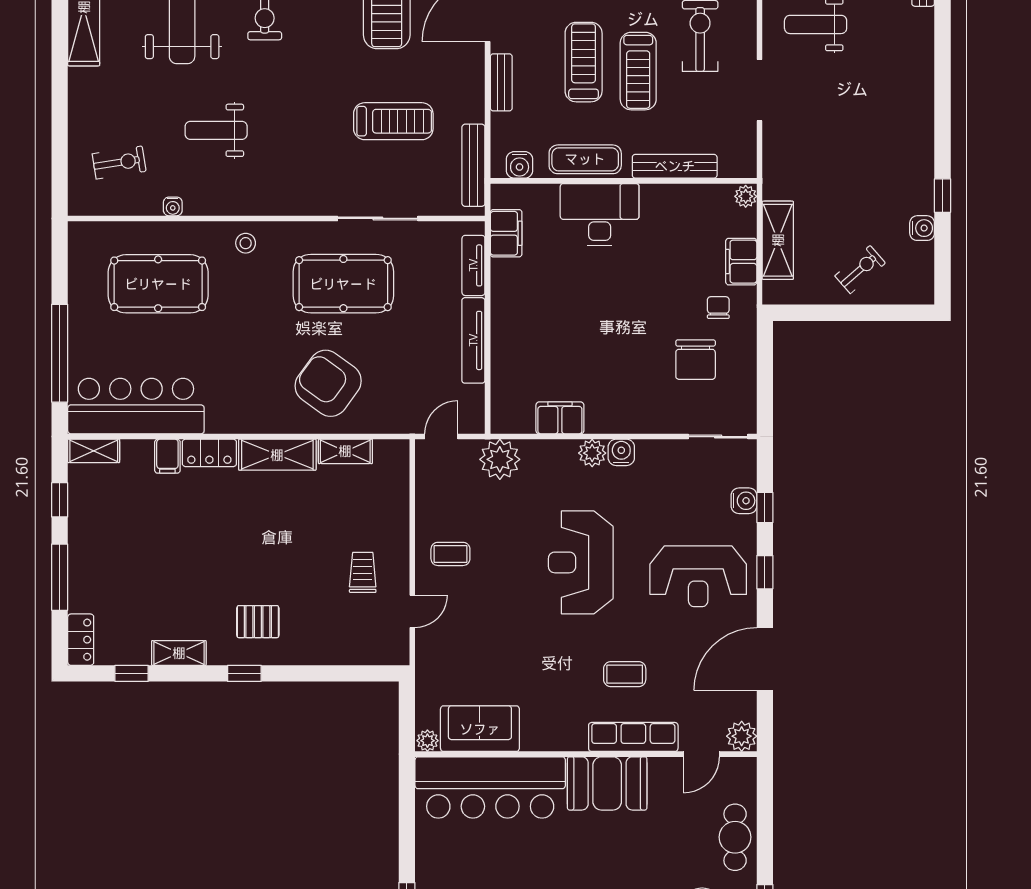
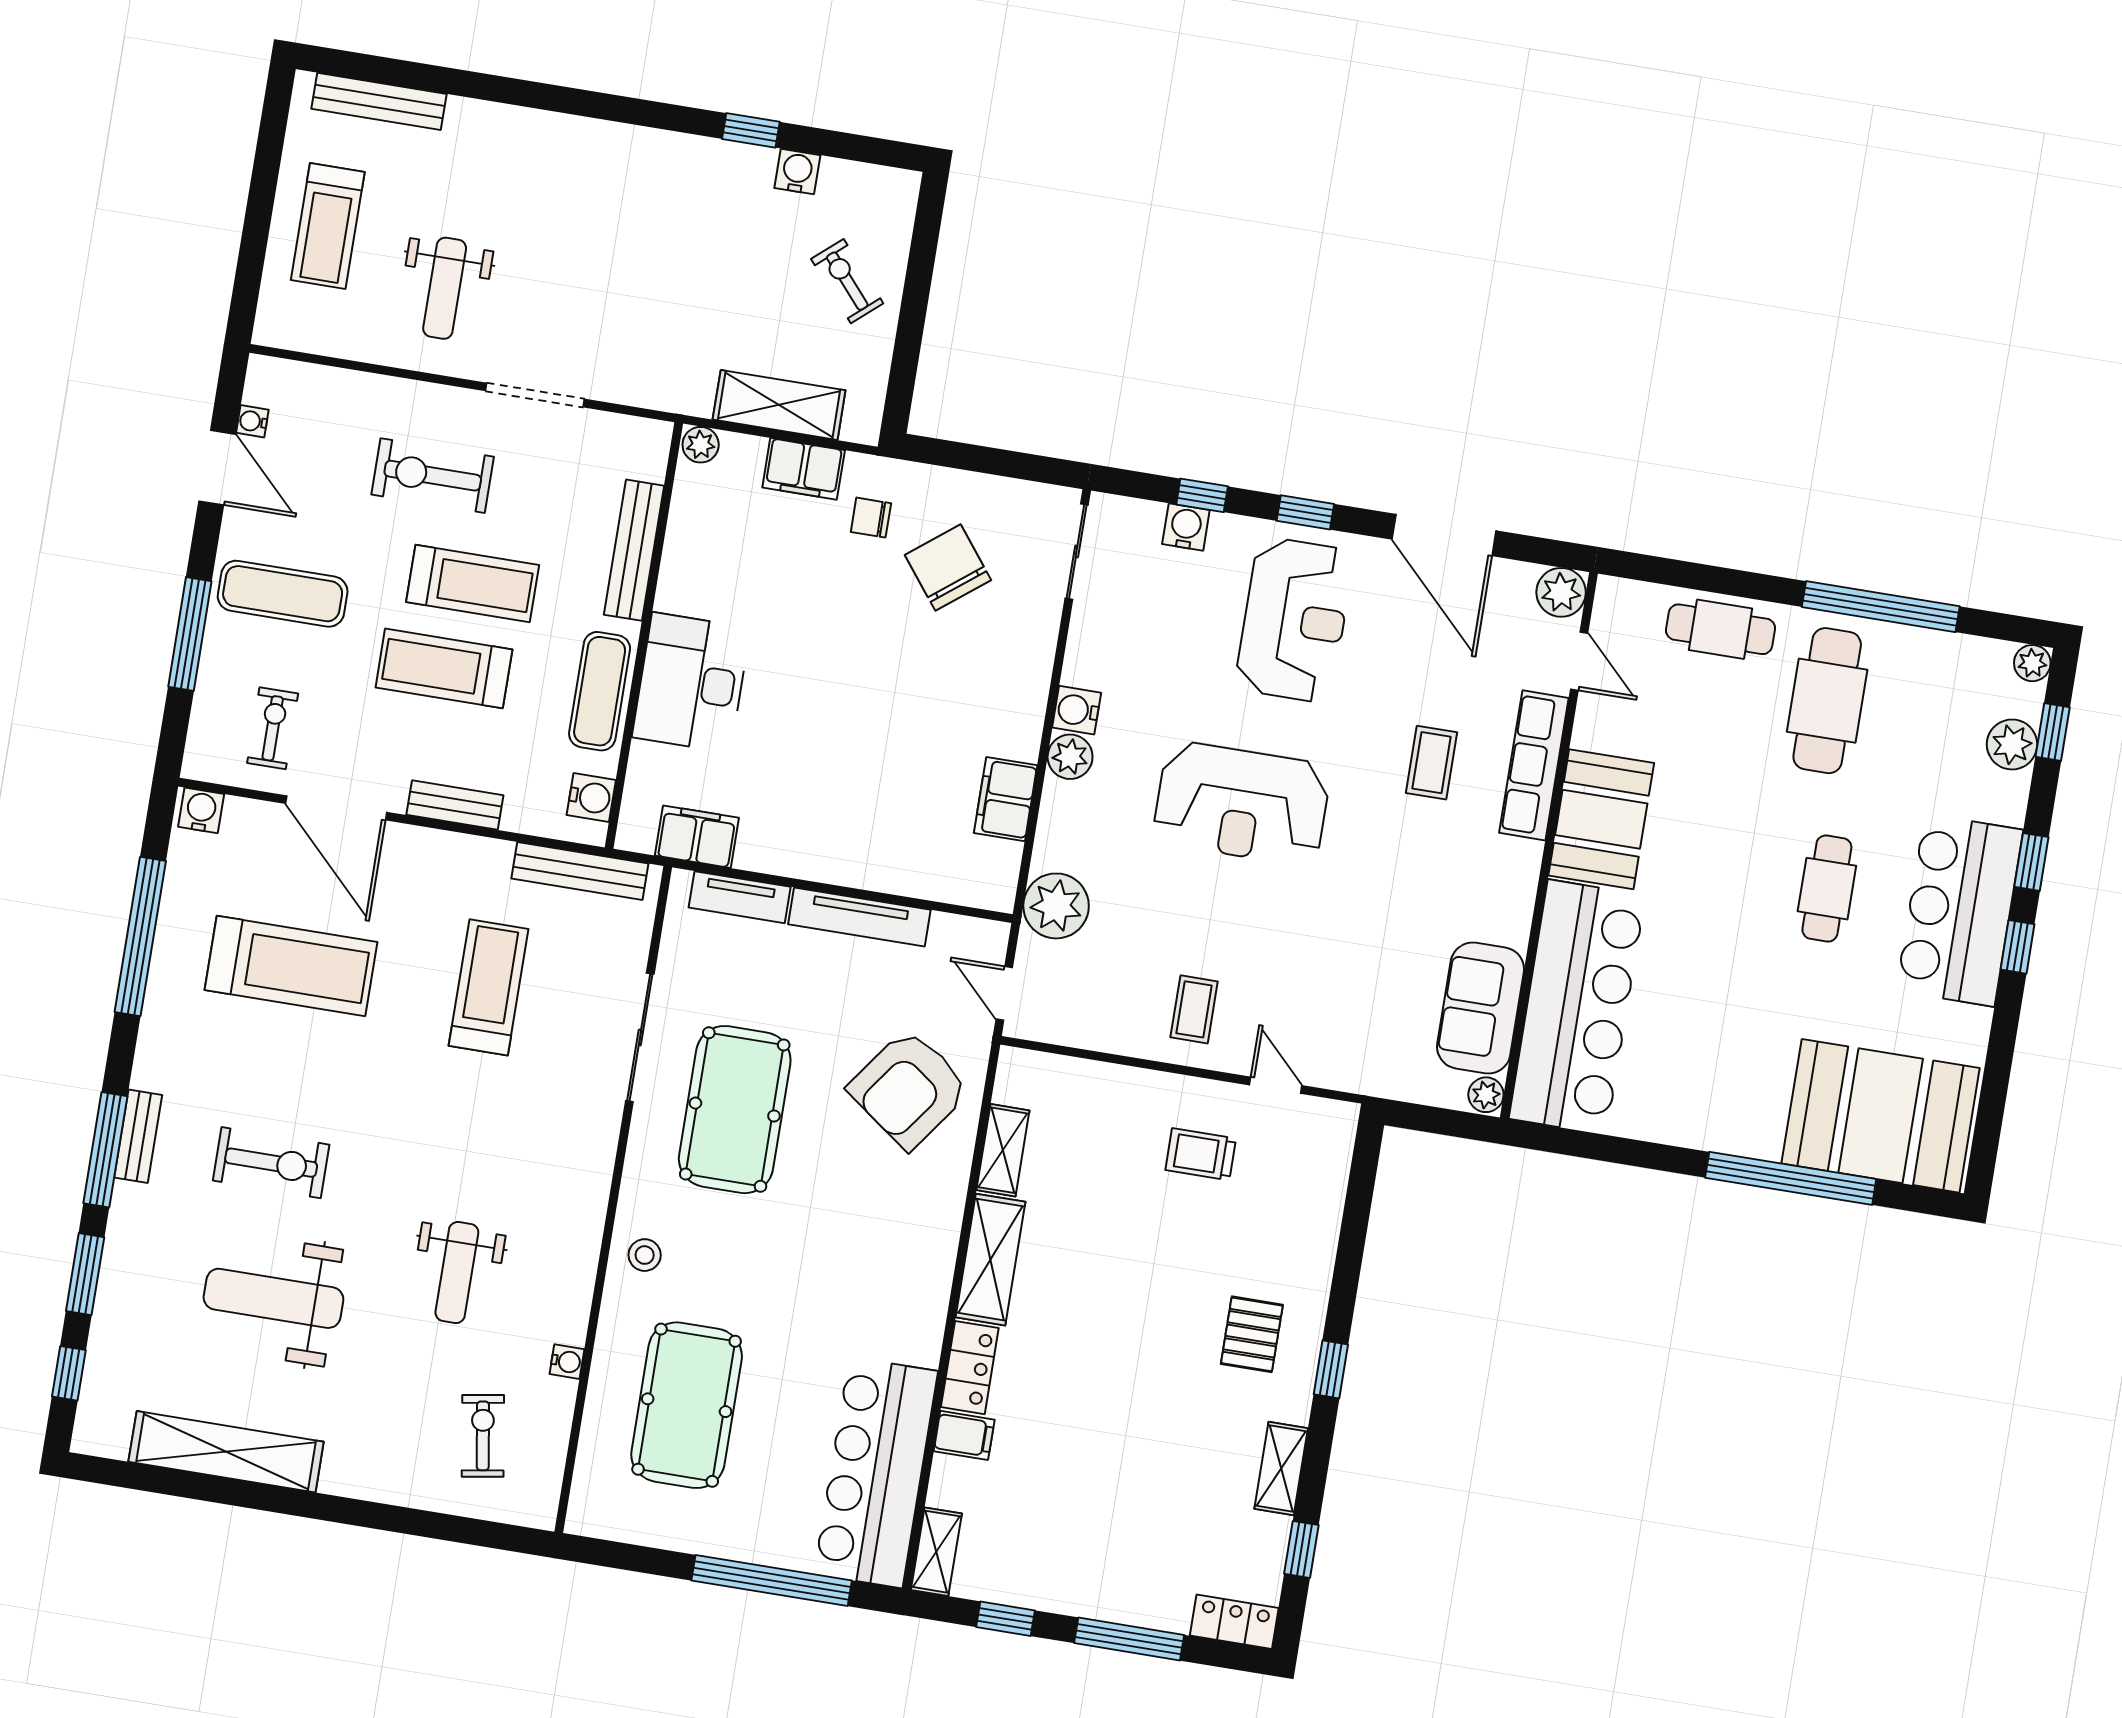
chair: (696, 360) -> (948, 567), turned -128
armchair: (328, 383) -> (909, 1089), moved

